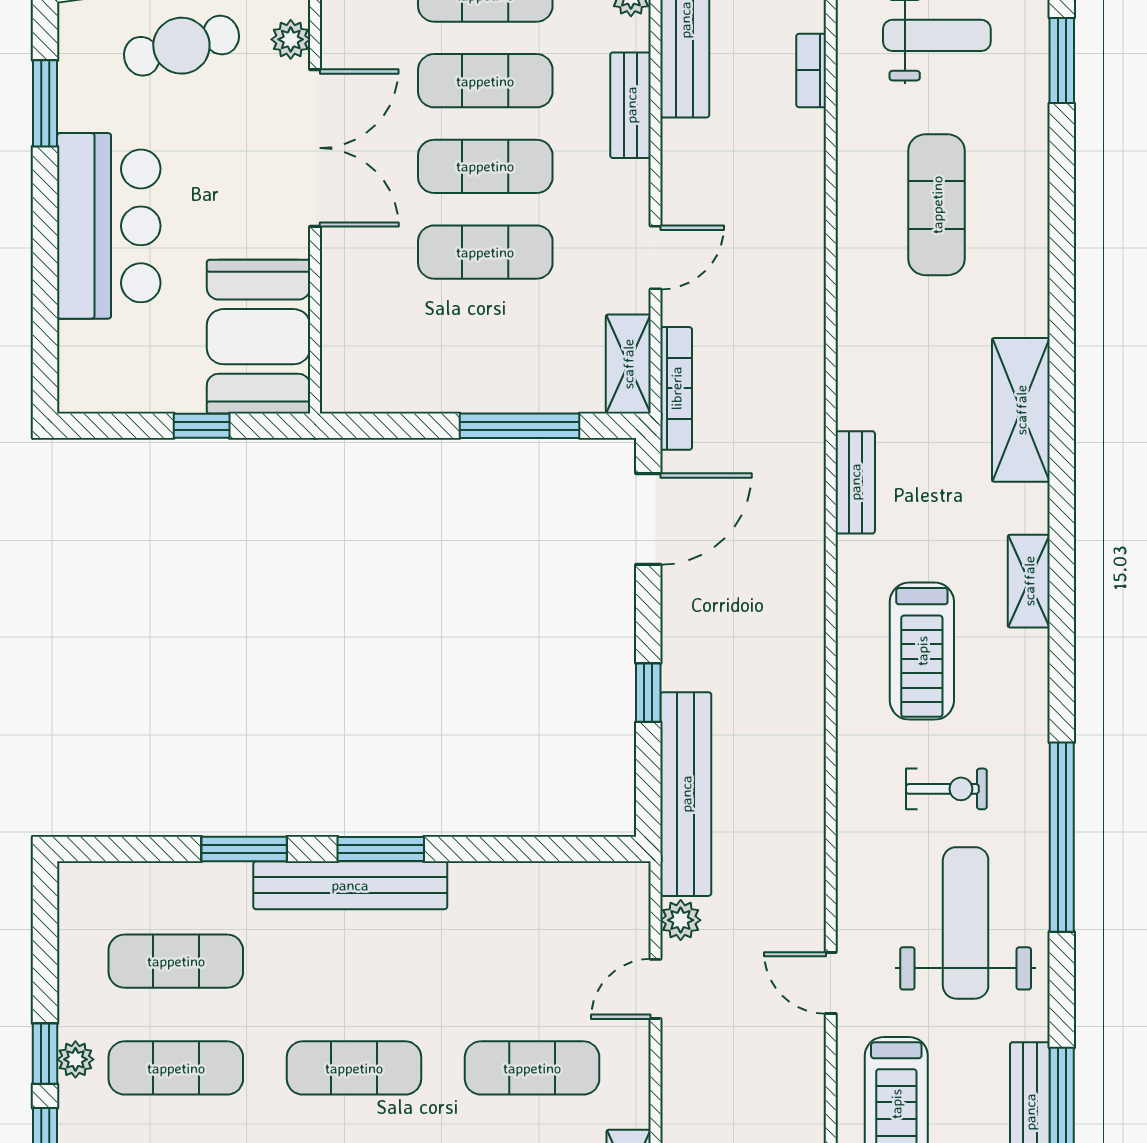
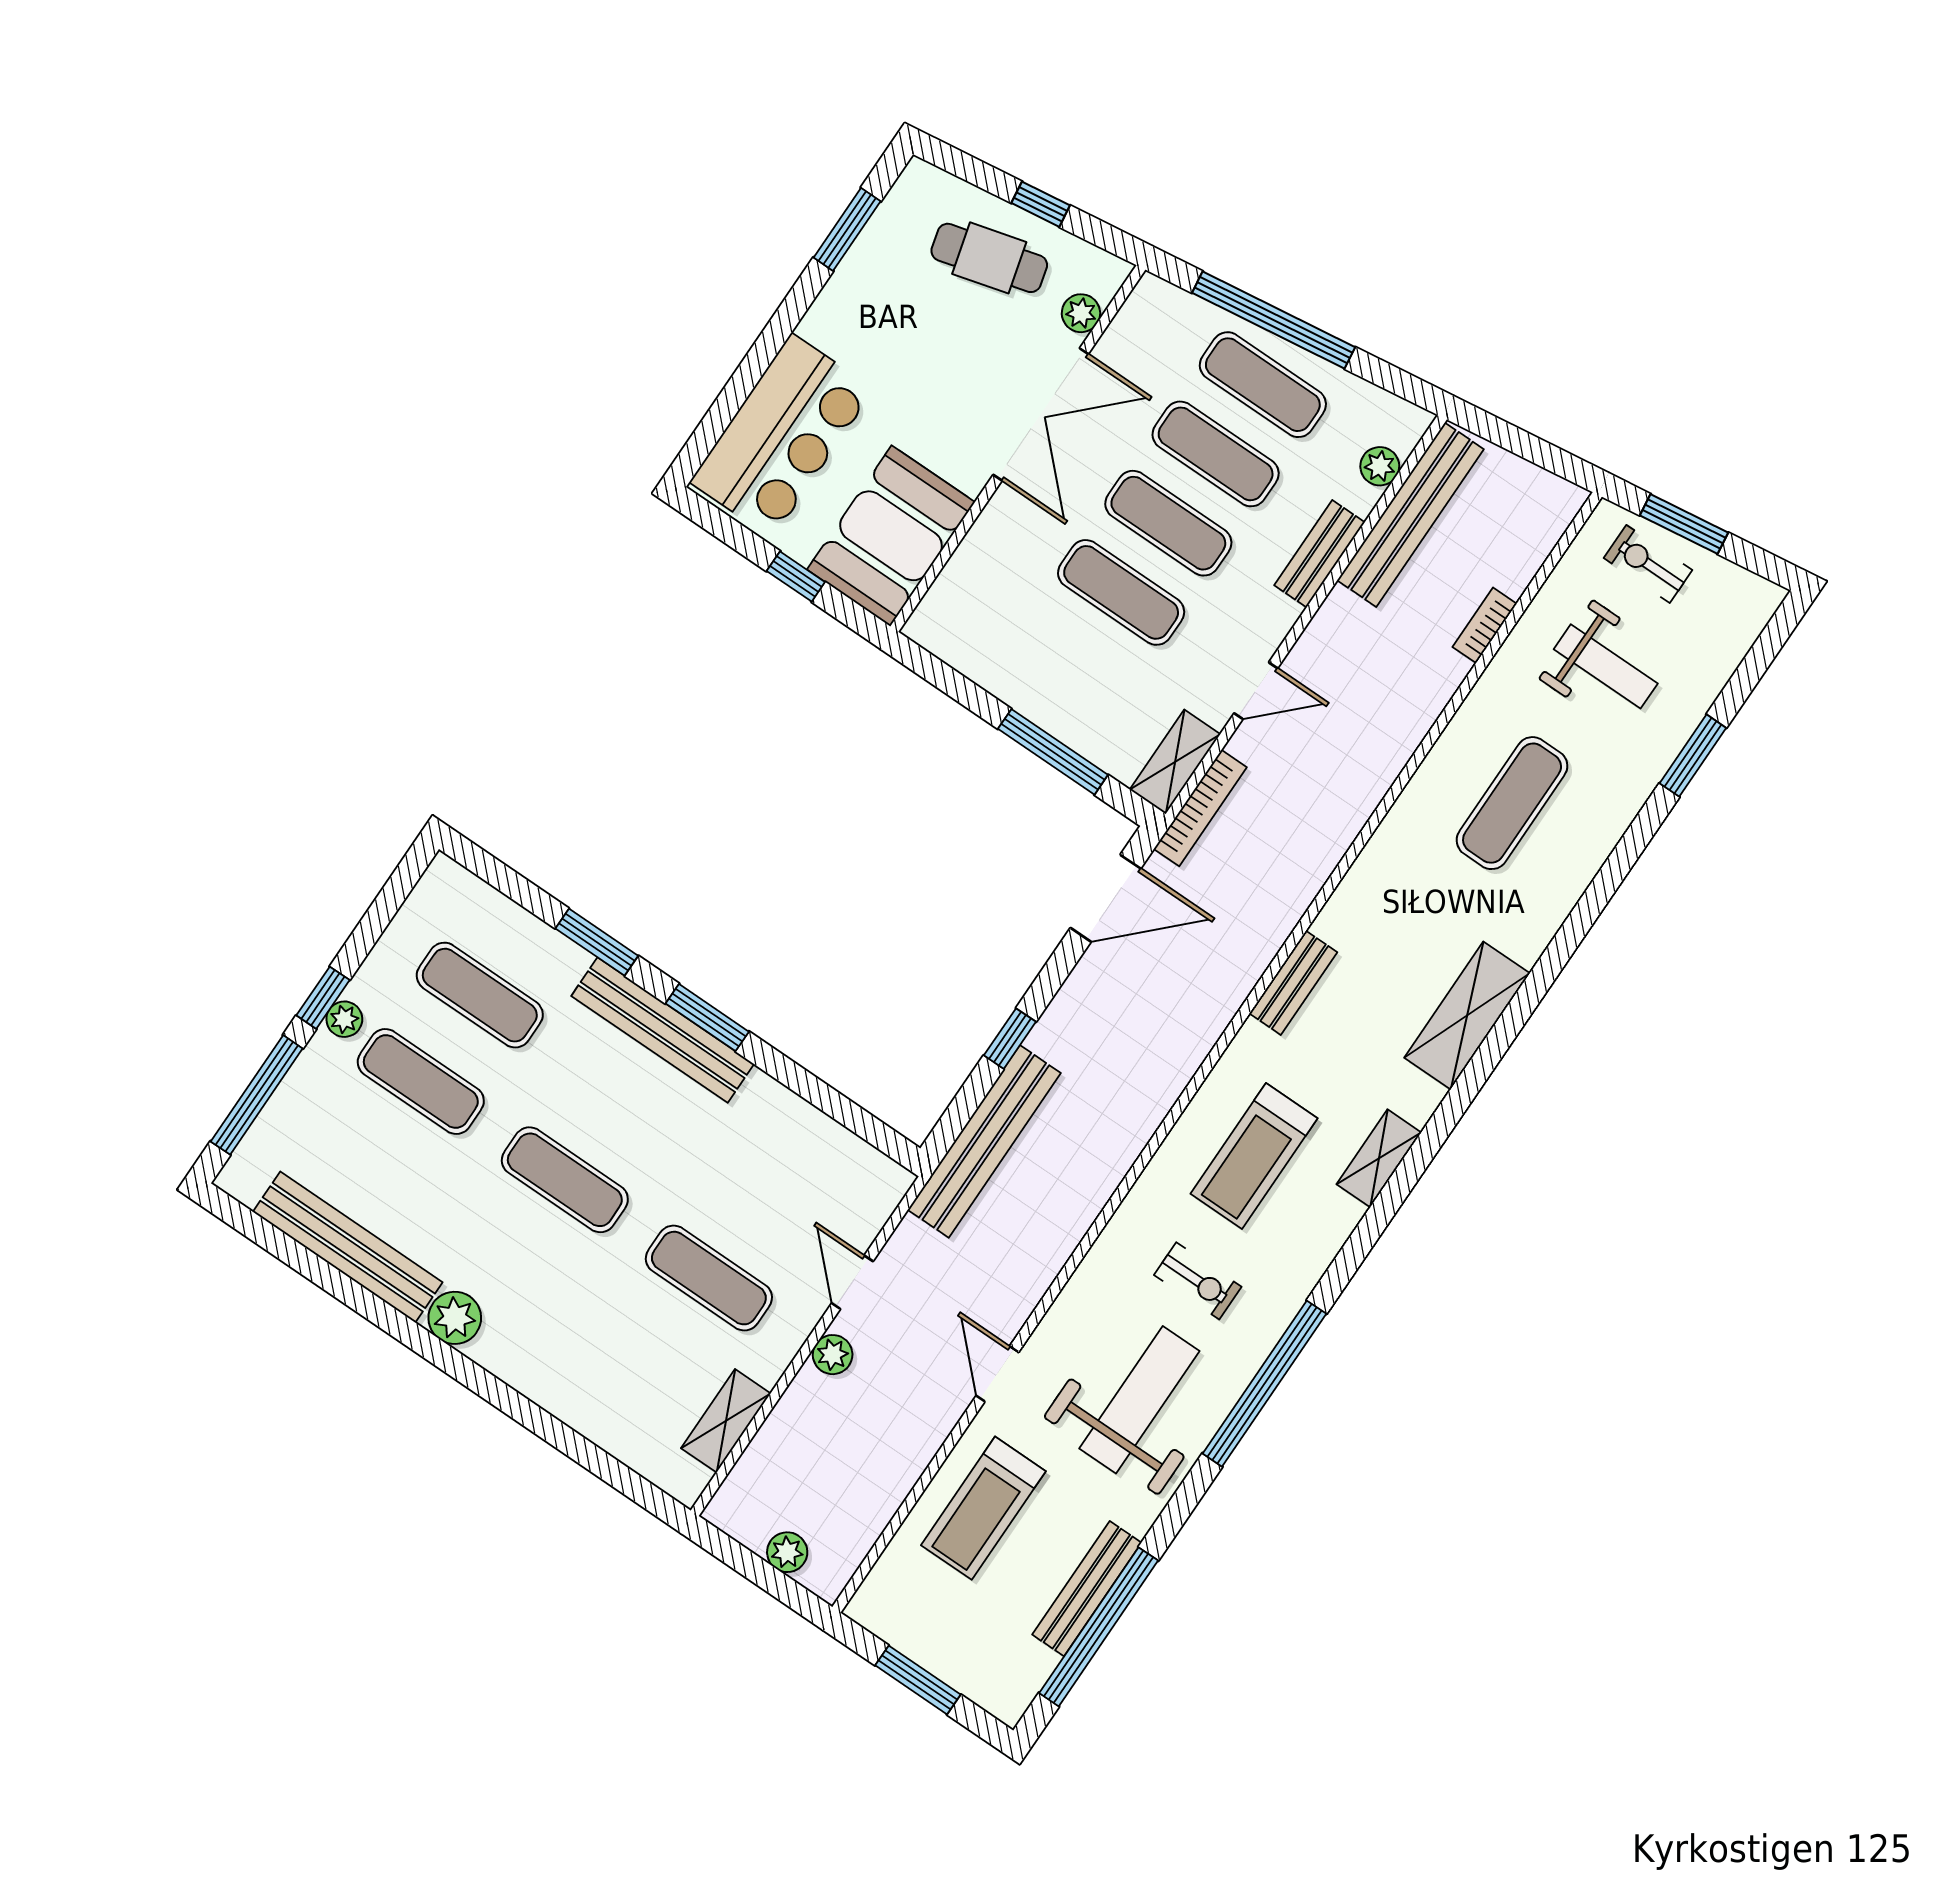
bar counter: (109, 226) -> (782, 436), moved
plant: (681, 920) -> (833, 1355), moved
door: (656, 989) -> (852, 1282), hinge flipped

